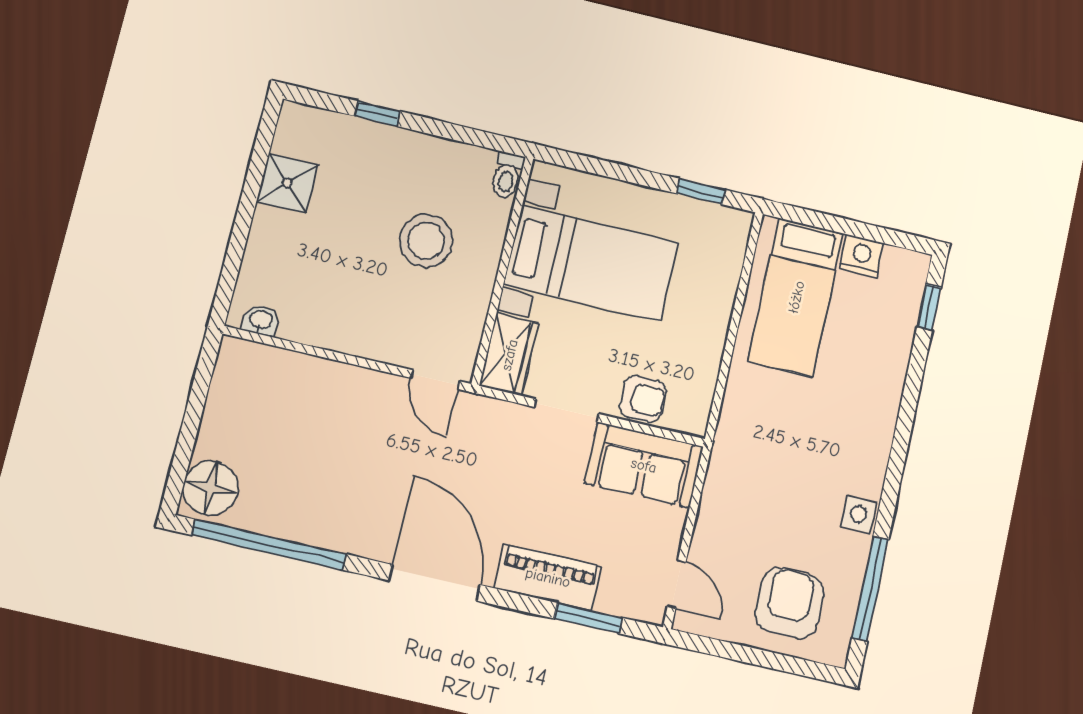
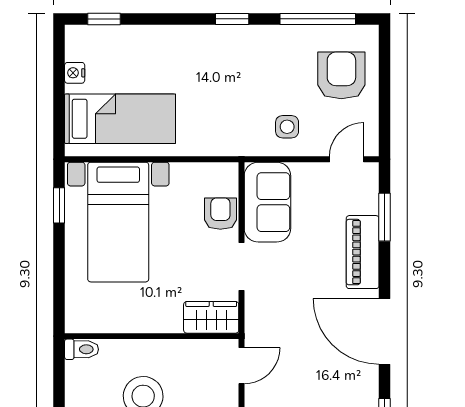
nightstand: (861, 256) -> (75, 73), width x0.72, depth x0.74
bed with nightstands: (591, 263) -> (118, 222), moved, turned 180
window: (894, 475) -> (232, 19), added
side table: (859, 514) -> (287, 127), moved
door: (435, 583) -> (385, 331), hinge flipped
armchair: (789, 603) -> (341, 75), turned 90

